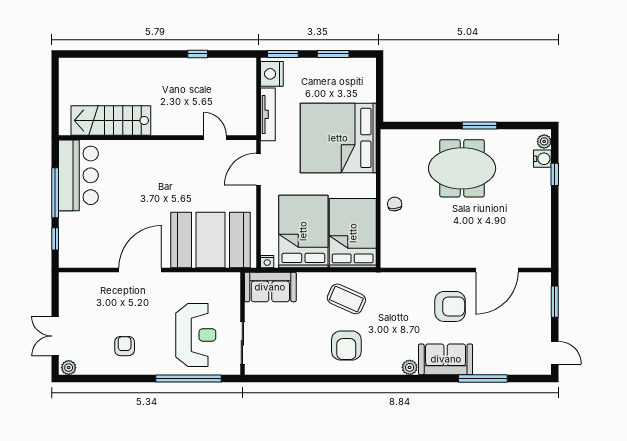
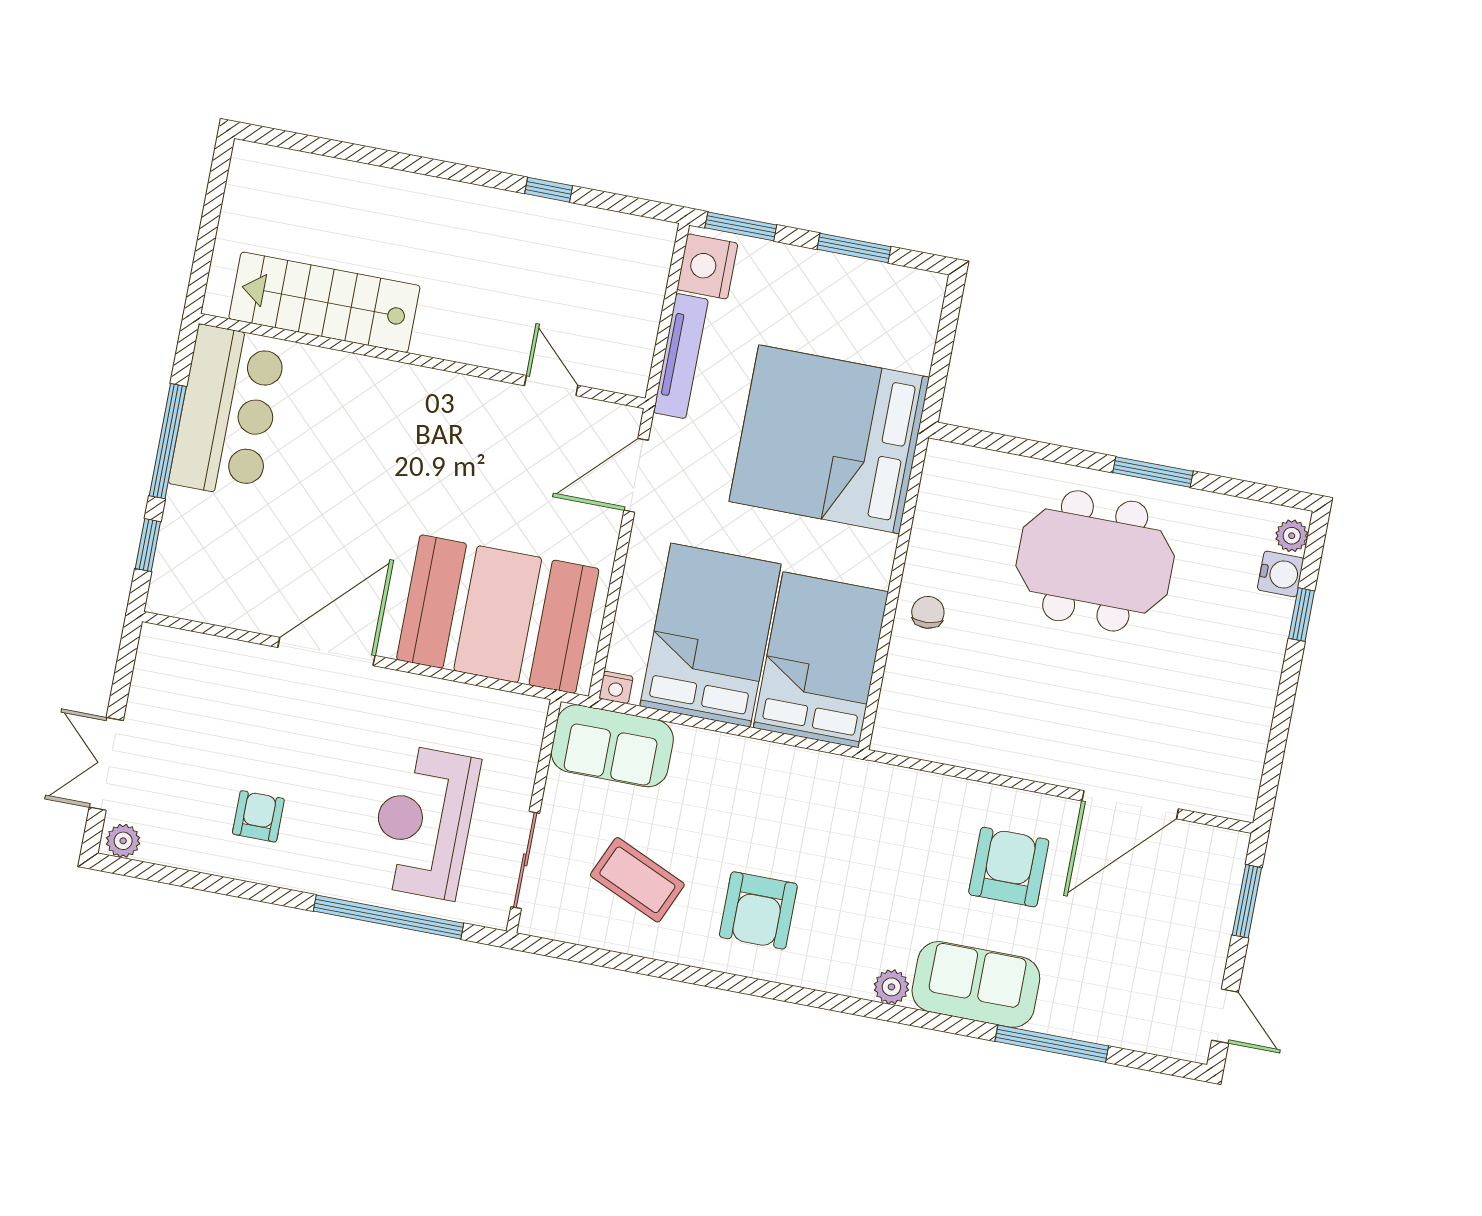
coffee table: (346, 299) -> (637, 880), moved
armchair: (450, 306) -> (1009, 867), turned -90
reception desk: (196, 335) -> (424, 822), turned 180

